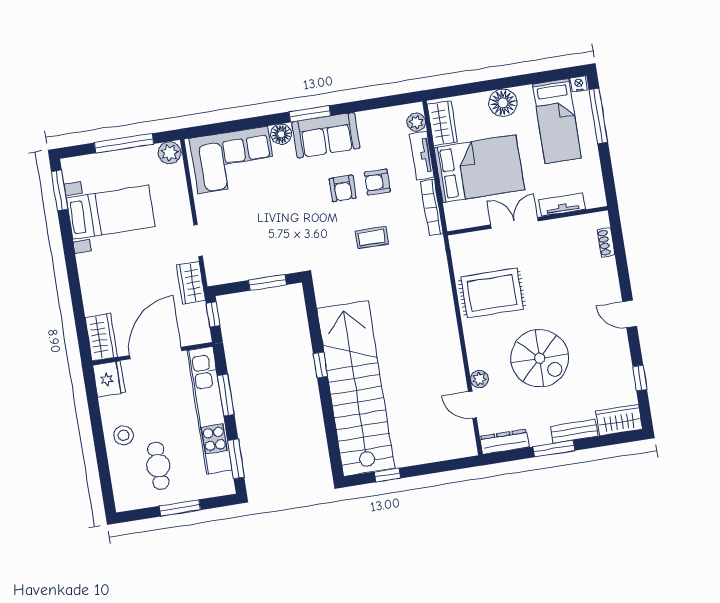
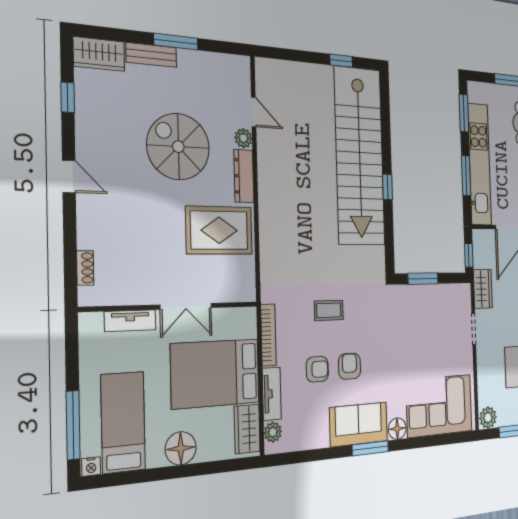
dresser: (504, 442) -> (244, 176), moved, turned 90

